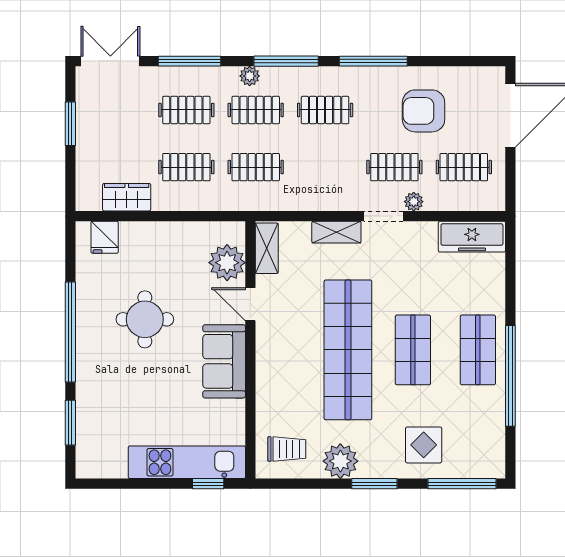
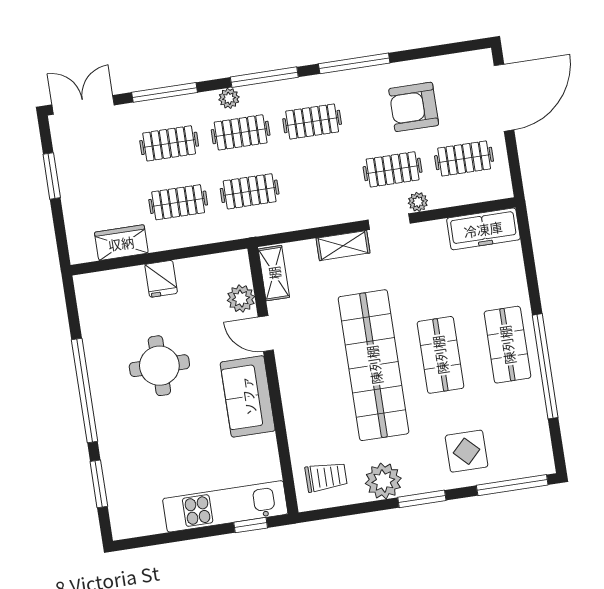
fridge: (105, 237) -> (161, 279), moved
plant: (227, 263) -> (241, 299), width x0.73, depth x0.73

